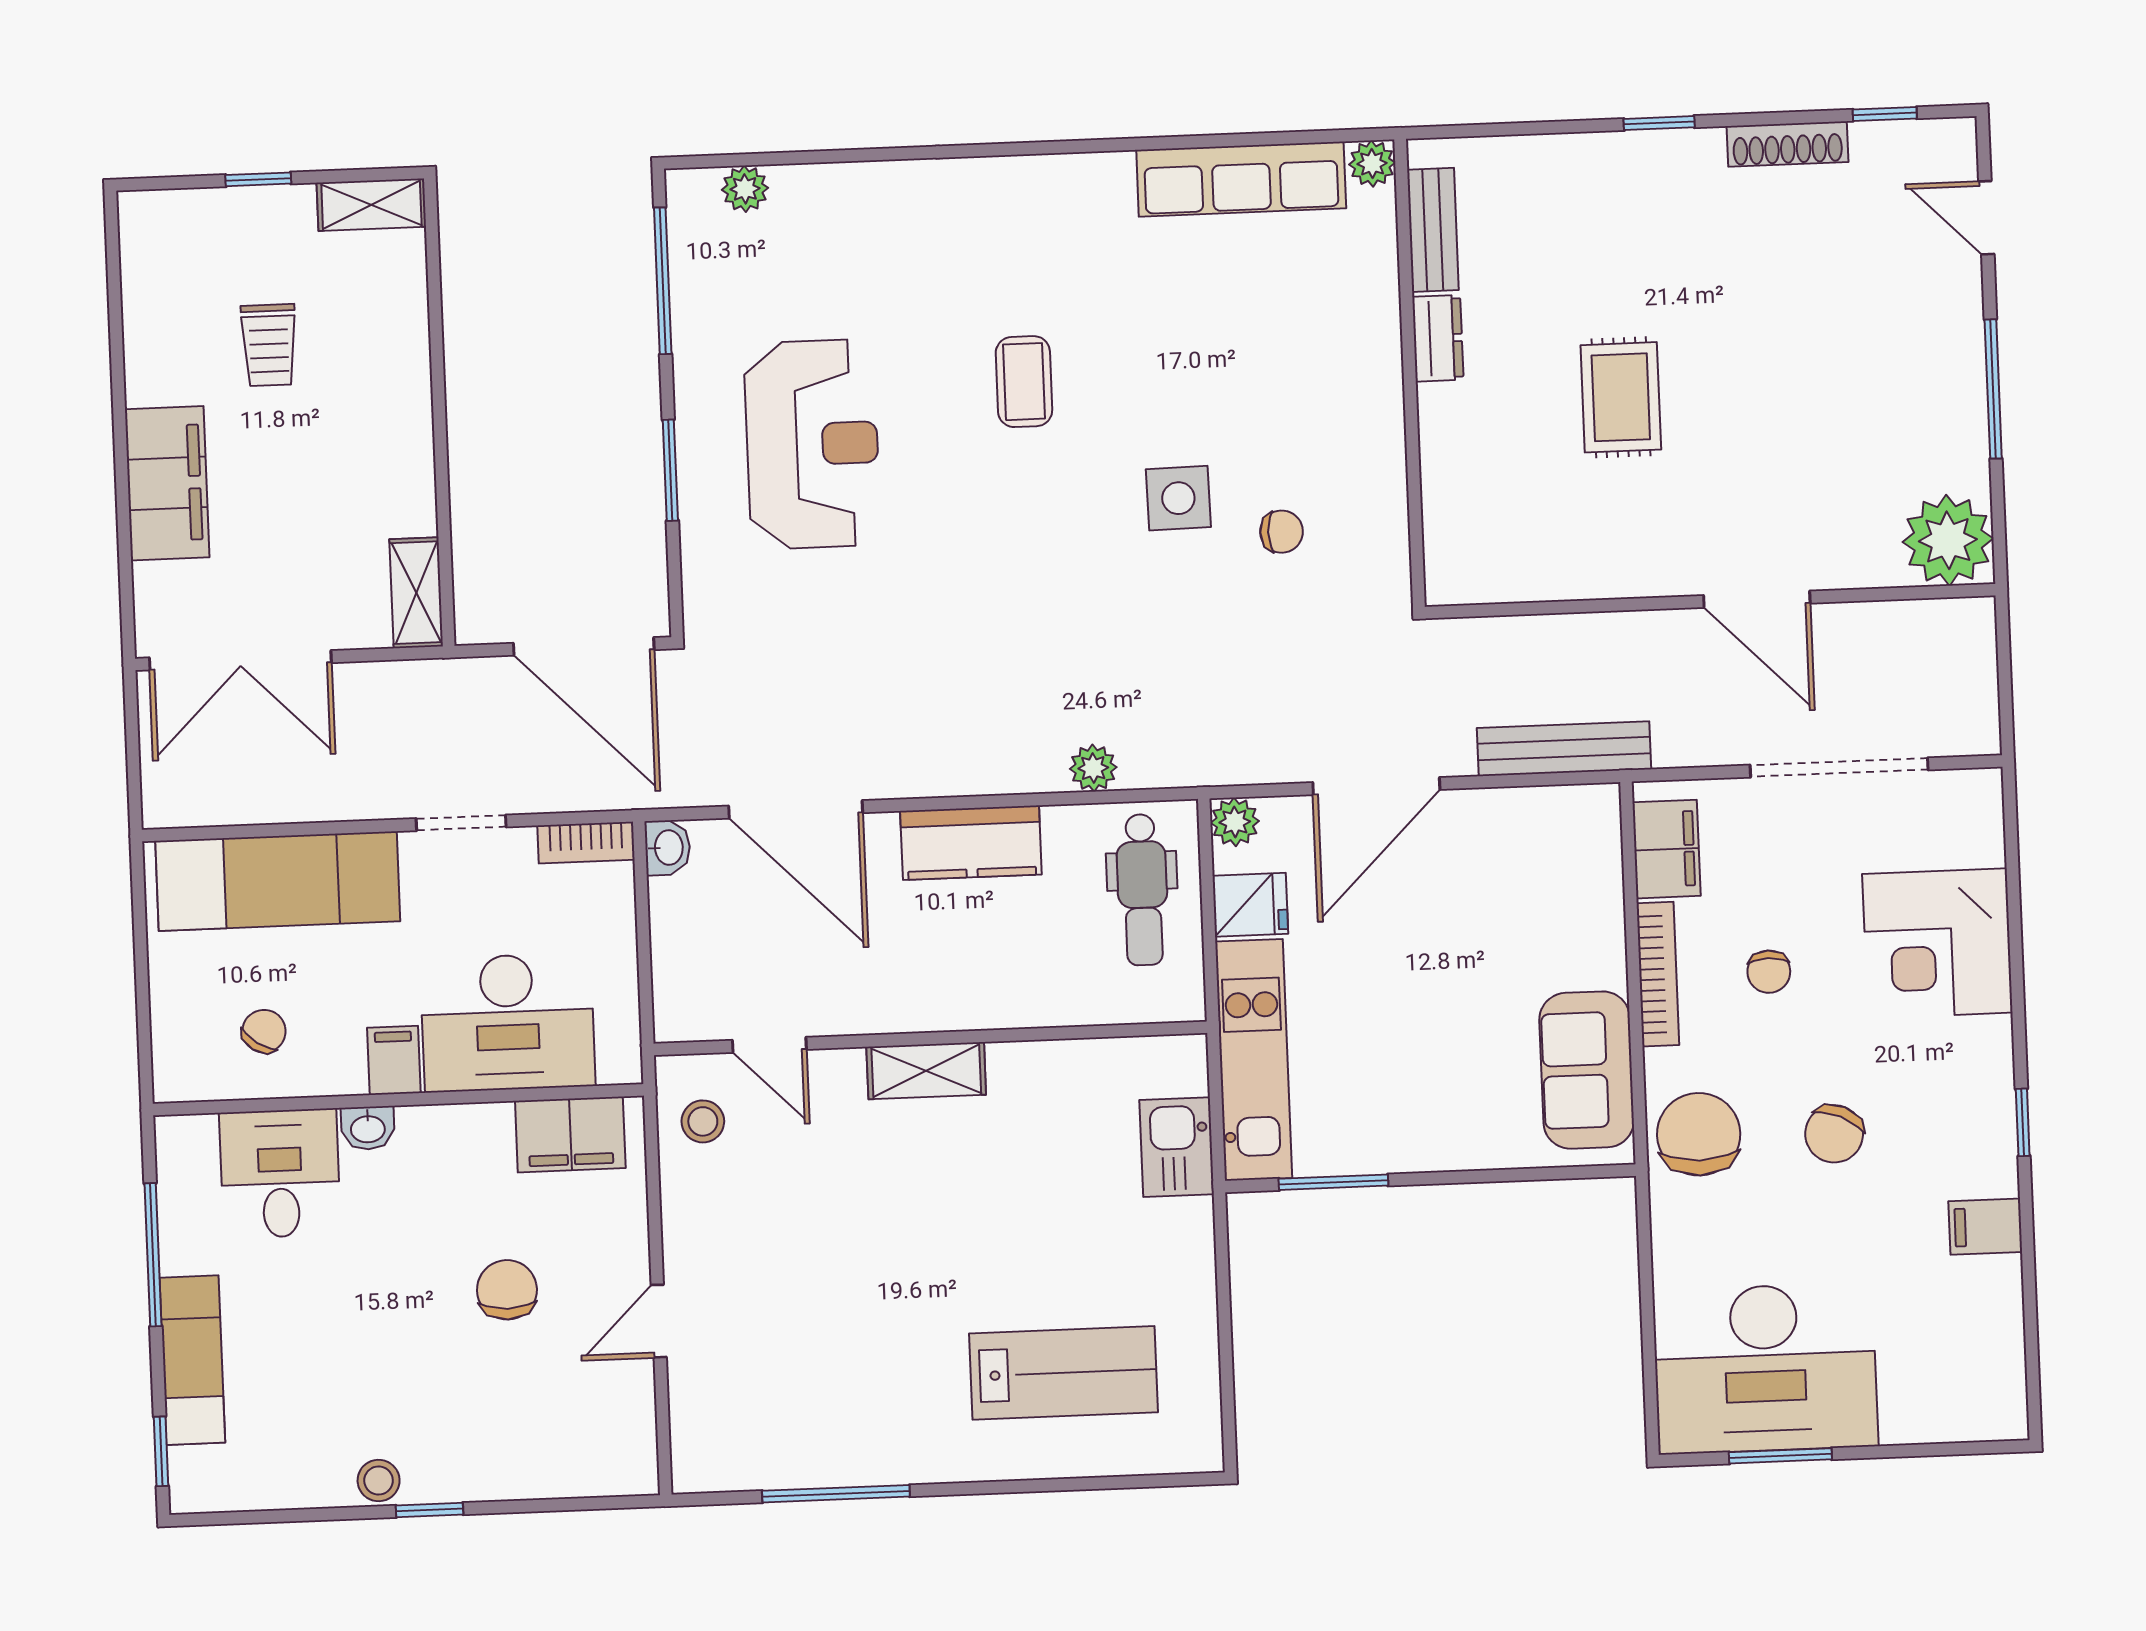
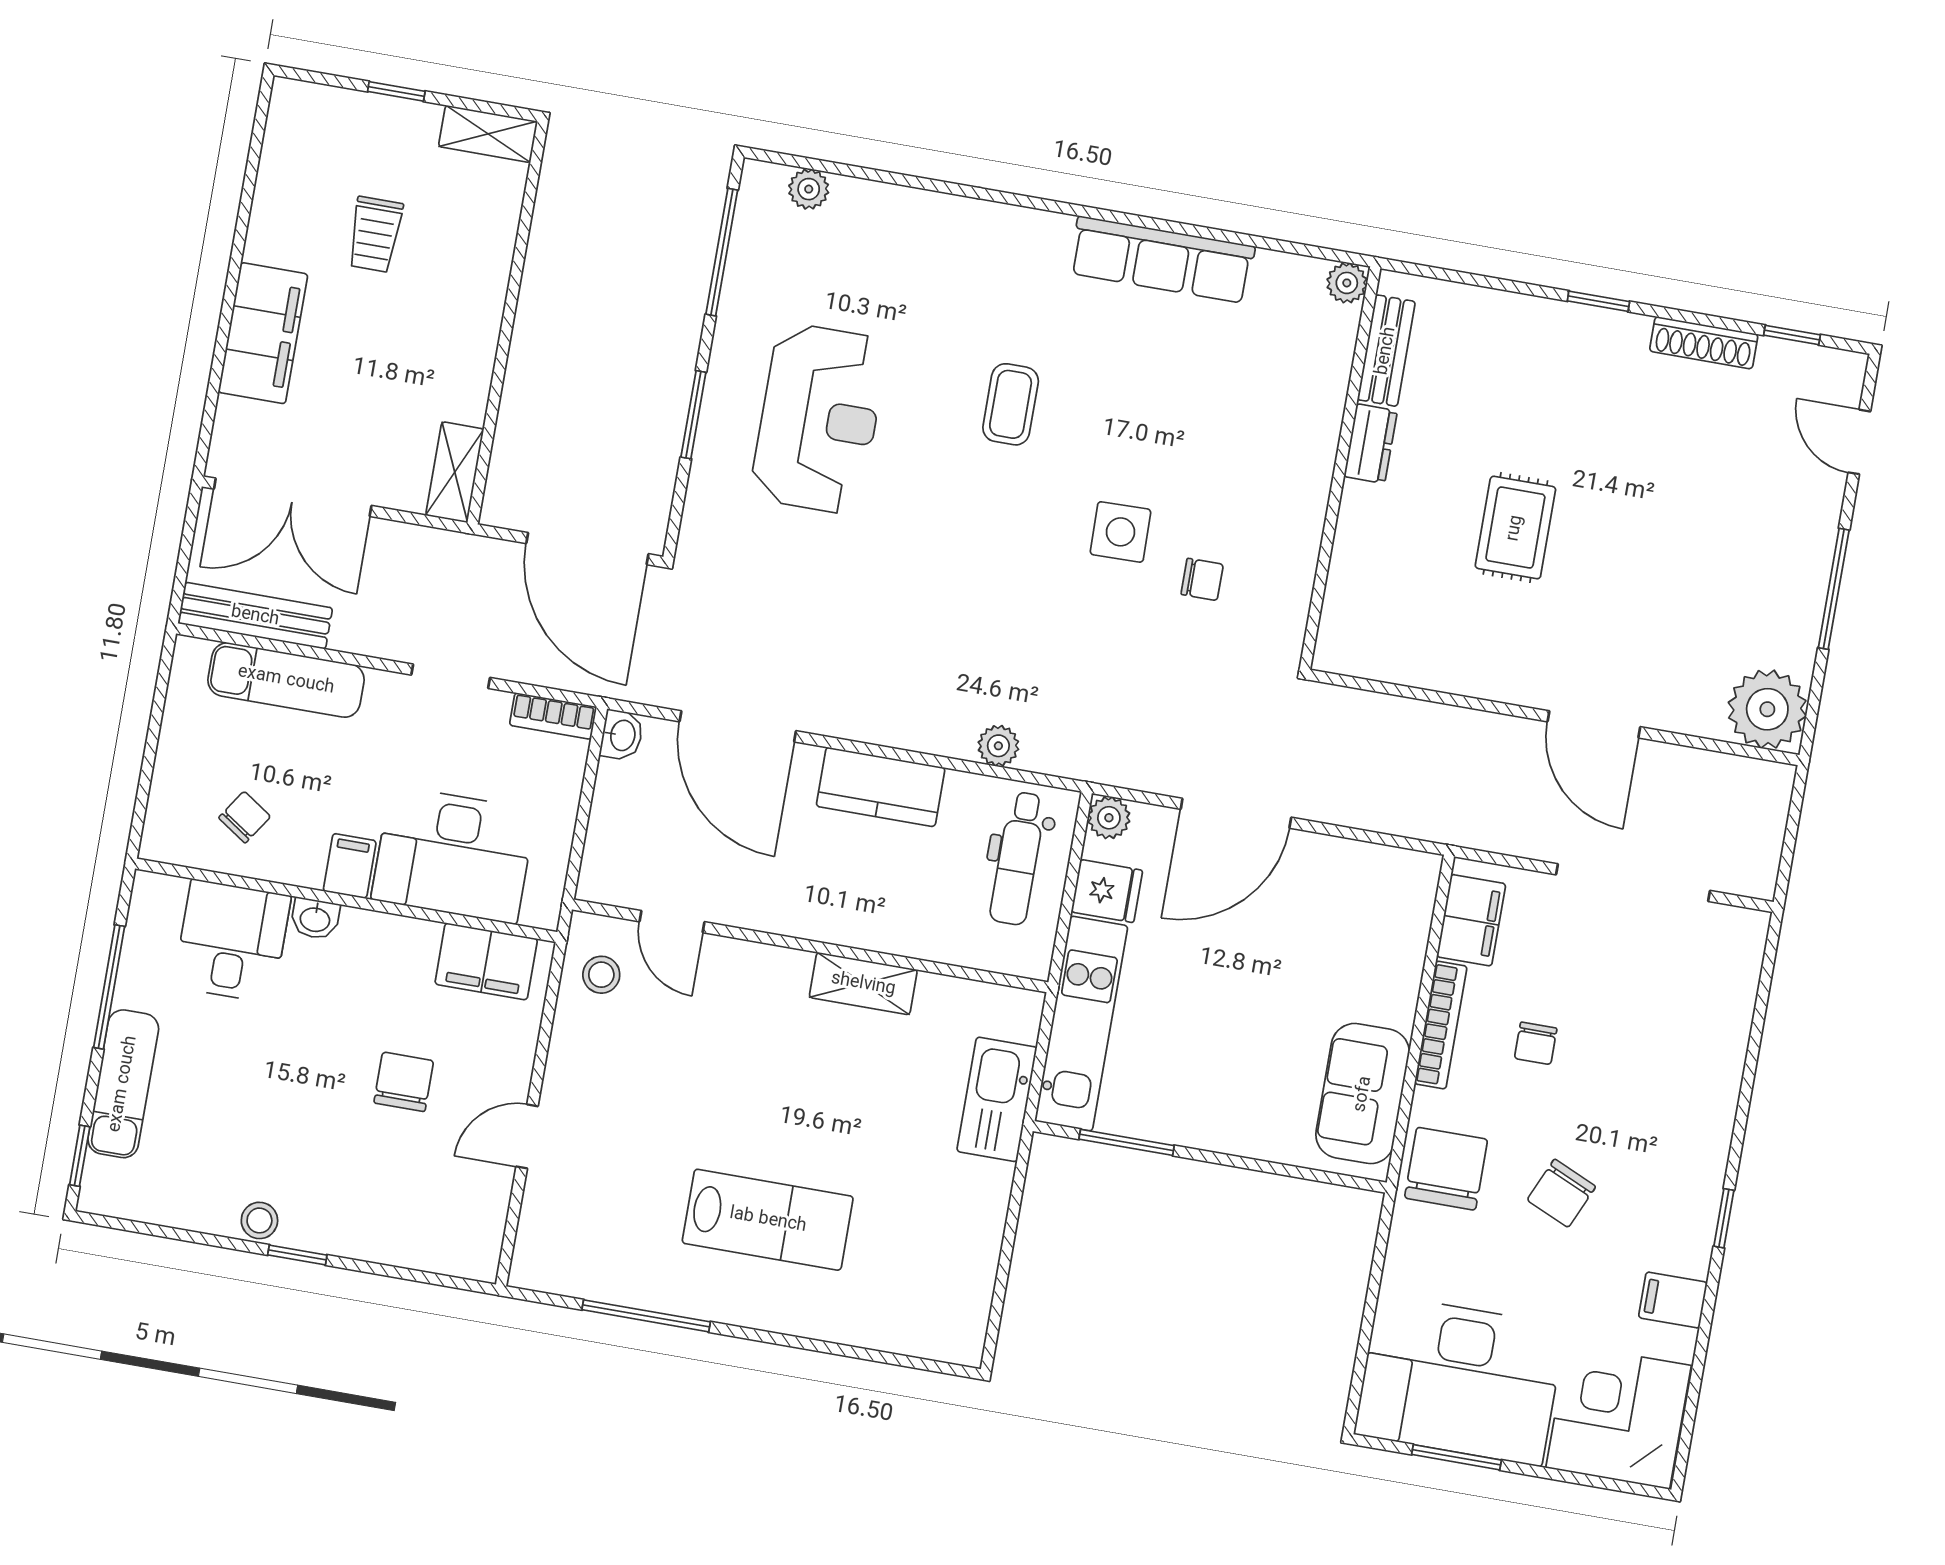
row of seats: (1241, 179) -> (1162, 260), moved
bench: (1564, 749) -> (255, 616), moved
exam couch: (278, 881) -> (286, 680), width x0.73, depth x0.69
corner desk: (1937, 943) -> (1618, 1417), moved, turned 90
shelving: (926, 1071) -> (863, 984), moved
kitchen sink: (1177, 1147) -> (997, 1099), width x1.38
lab bench: (1063, 1373) -> (768, 1220), moved

